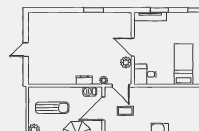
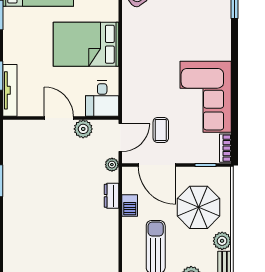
door: (133, 47) -> (59, 118), swing flipped
bed: (184, 64) -> (86, 44), width x1.50
barbecue: (90, 91) -> (130, 205), moved

